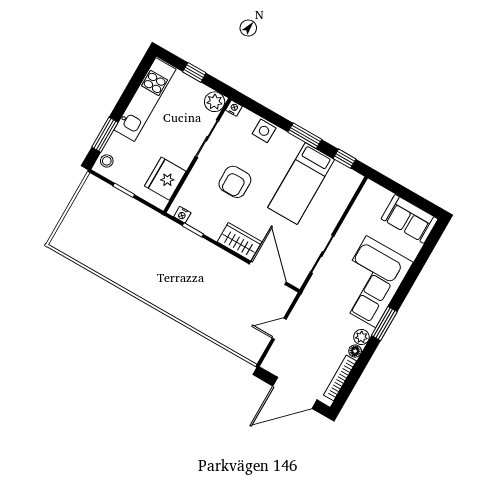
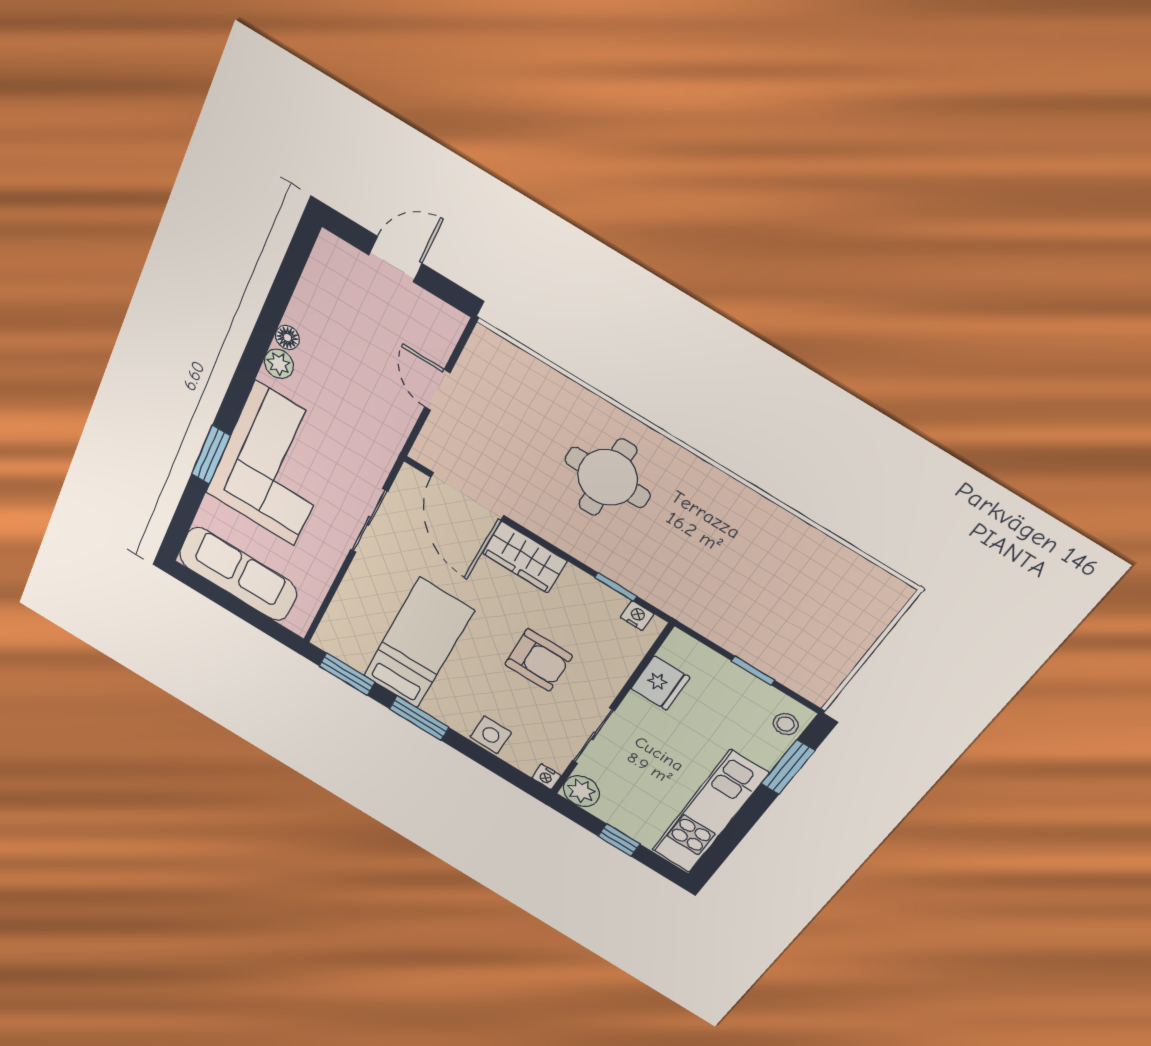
window: (345, 159) -> (347, 674), width x1.50
fridge: (165, 179) -> (660, 683), width x0.73, depth x0.75
armchair: (235, 182) -> (539, 660), turned 90
sofa: (410, 219) -> (238, 574), width x1.36
round table: (196, 290) -> (607, 477), added
window: (384, 324) -> (211, 455), moved
door: (279, 329) -> (437, 390), swing flipped
bookcase: (340, 378) -> (310, 286), removed
door: (295, 393) -> (395, 259), width x0.53

